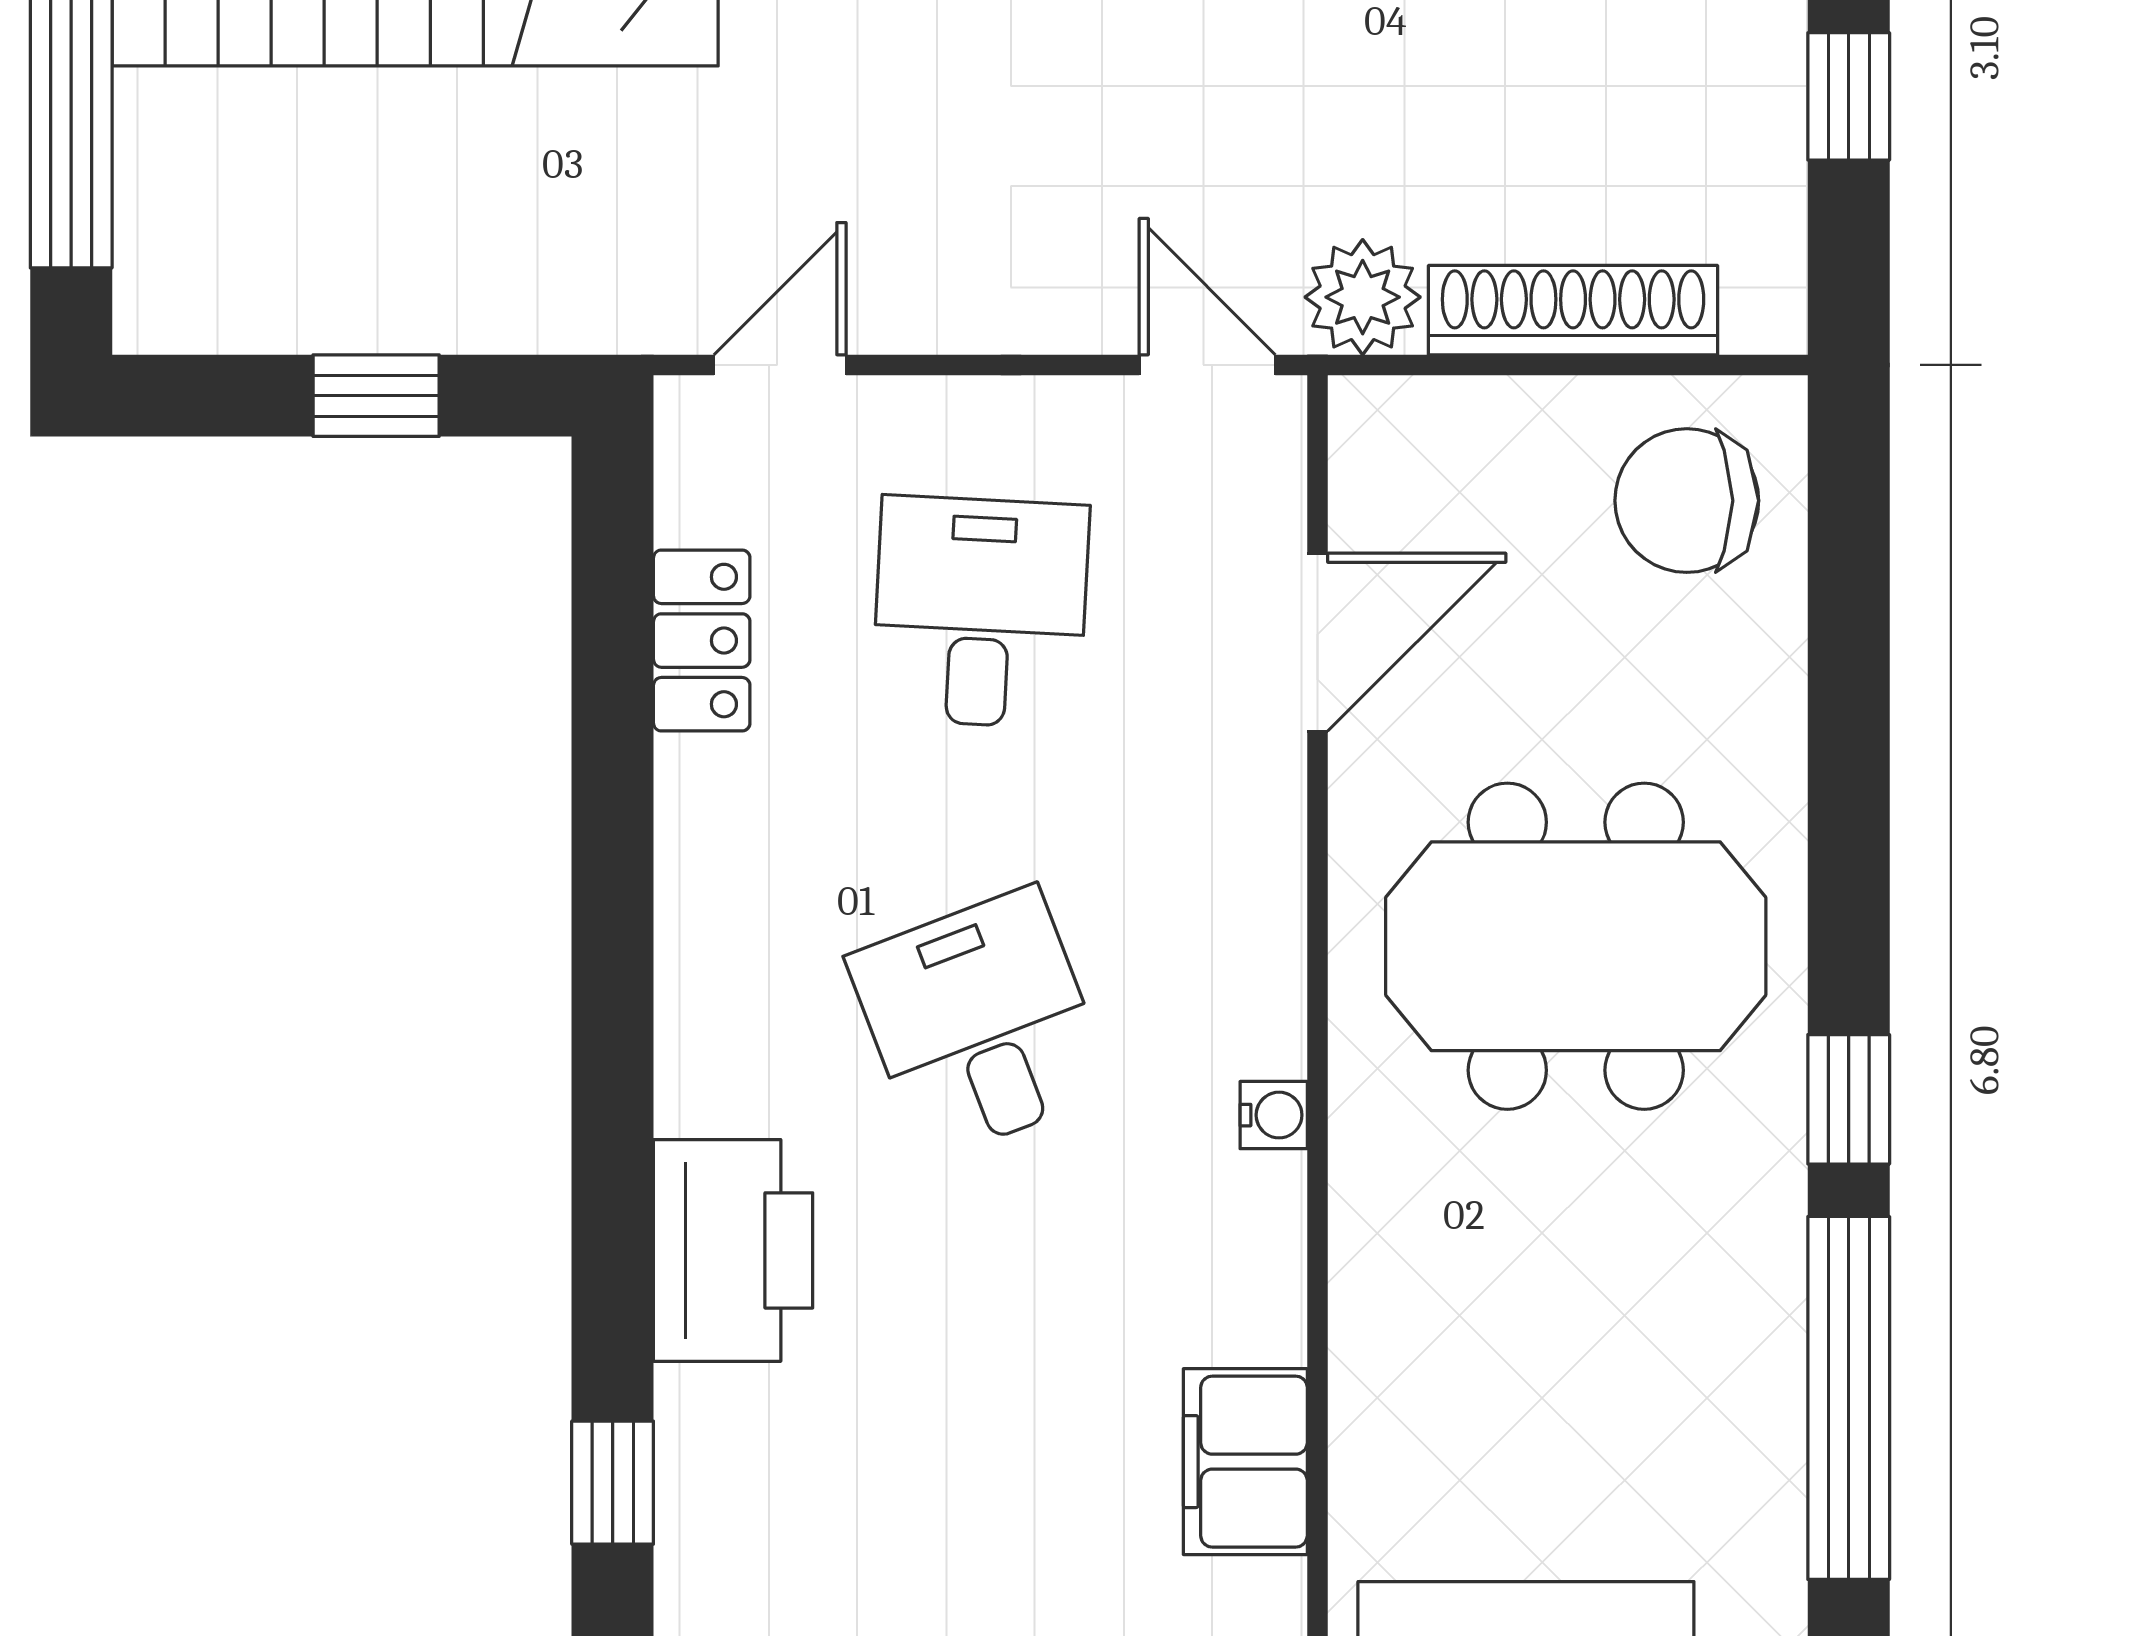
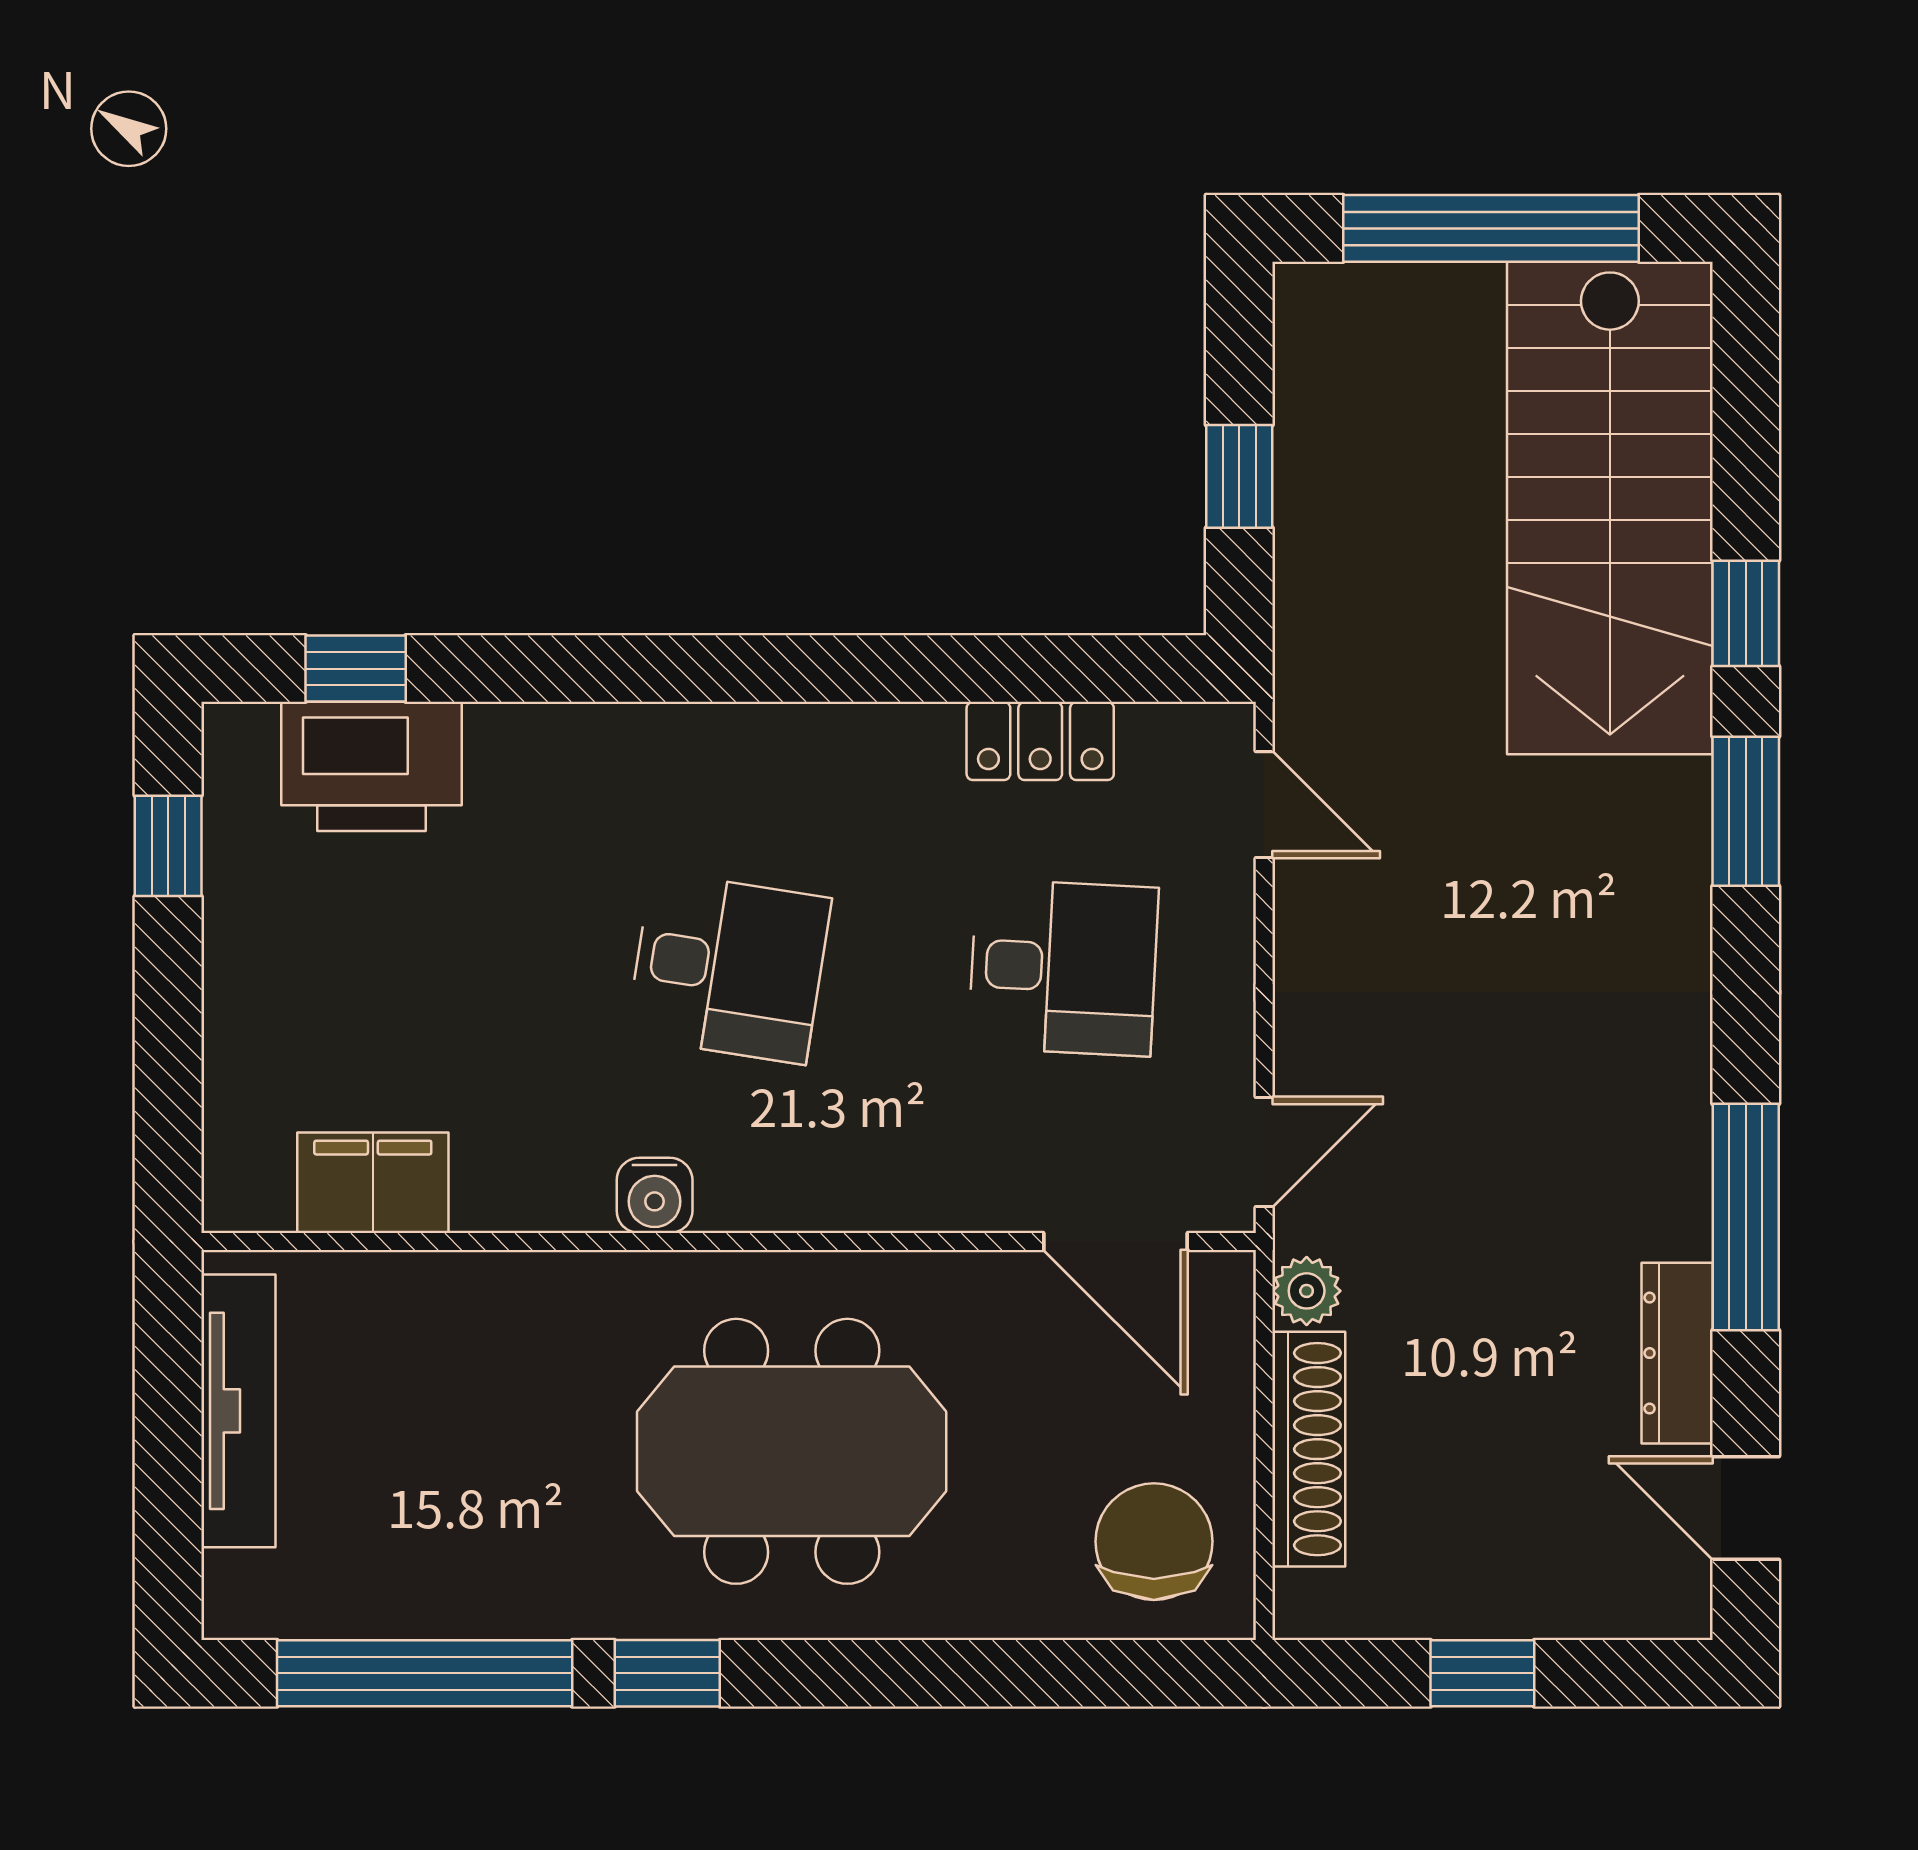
plant: (1363, 297) -> (1307, 1291), width x0.73, depth x0.73
door: (1317, 642) -> (1115, 1241), moved
meeting table: (1576, 946) -> (792, 1451), turned 90
desk: (980, 1024) -> (729, 967), turned 30
water cooler: (1274, 1115) -> (655, 1195), width x1.38, depth x1.38
printer: (733, 1250) -> (371, 766), moved

